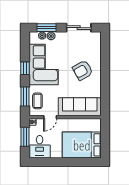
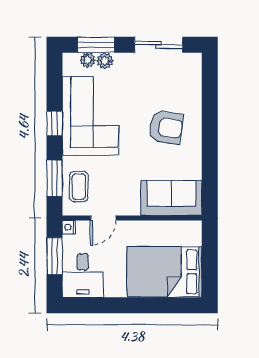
armchair: (83, 70) -> (166, 127), turned -141
sofa: (80, 107) -> (171, 198), width x0.73

